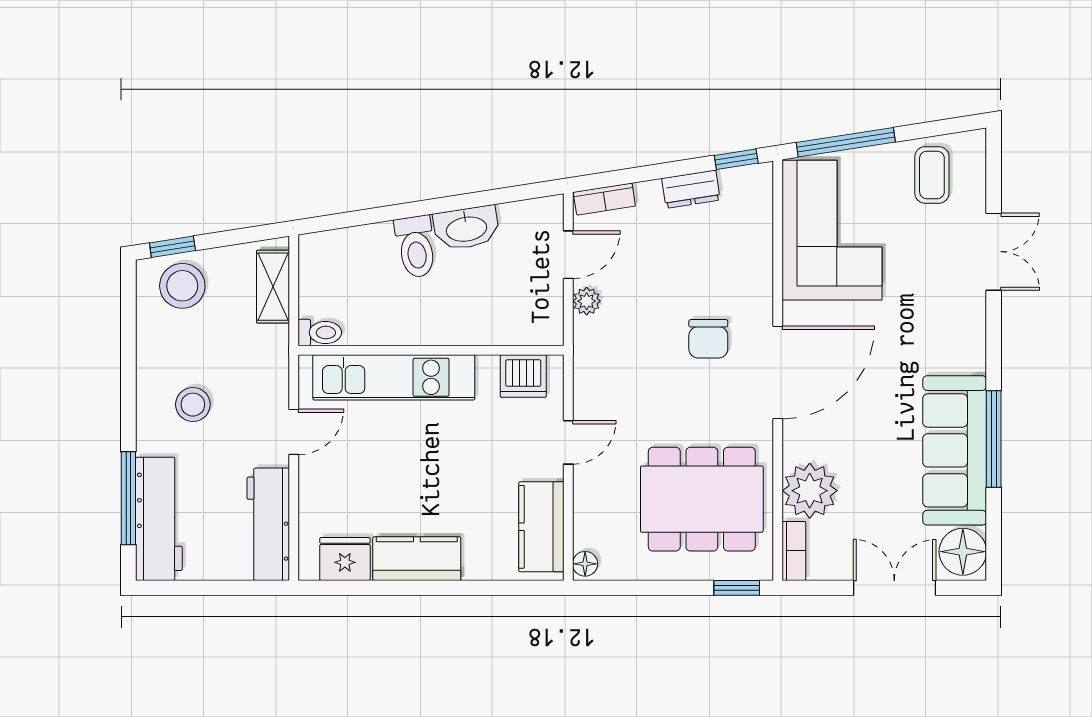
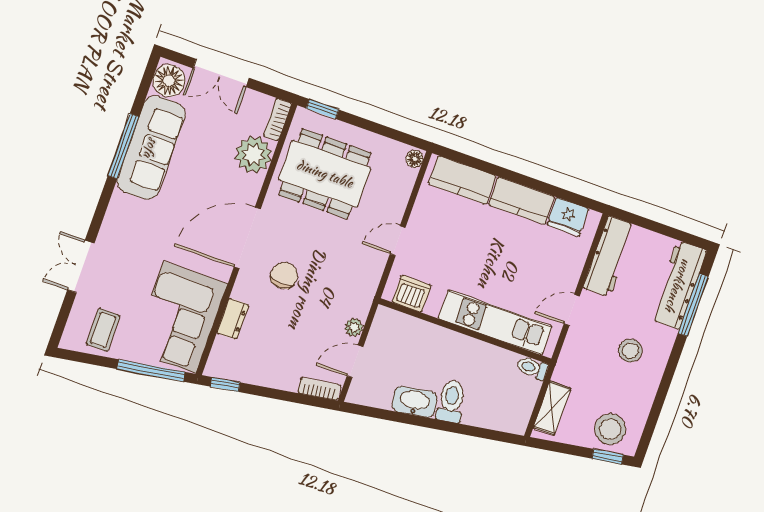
dresser: (691, 189) -> (233, 319), moved, turned 99
kitchen counter: (541, 527) -> (462, 180), moved, turned 90

